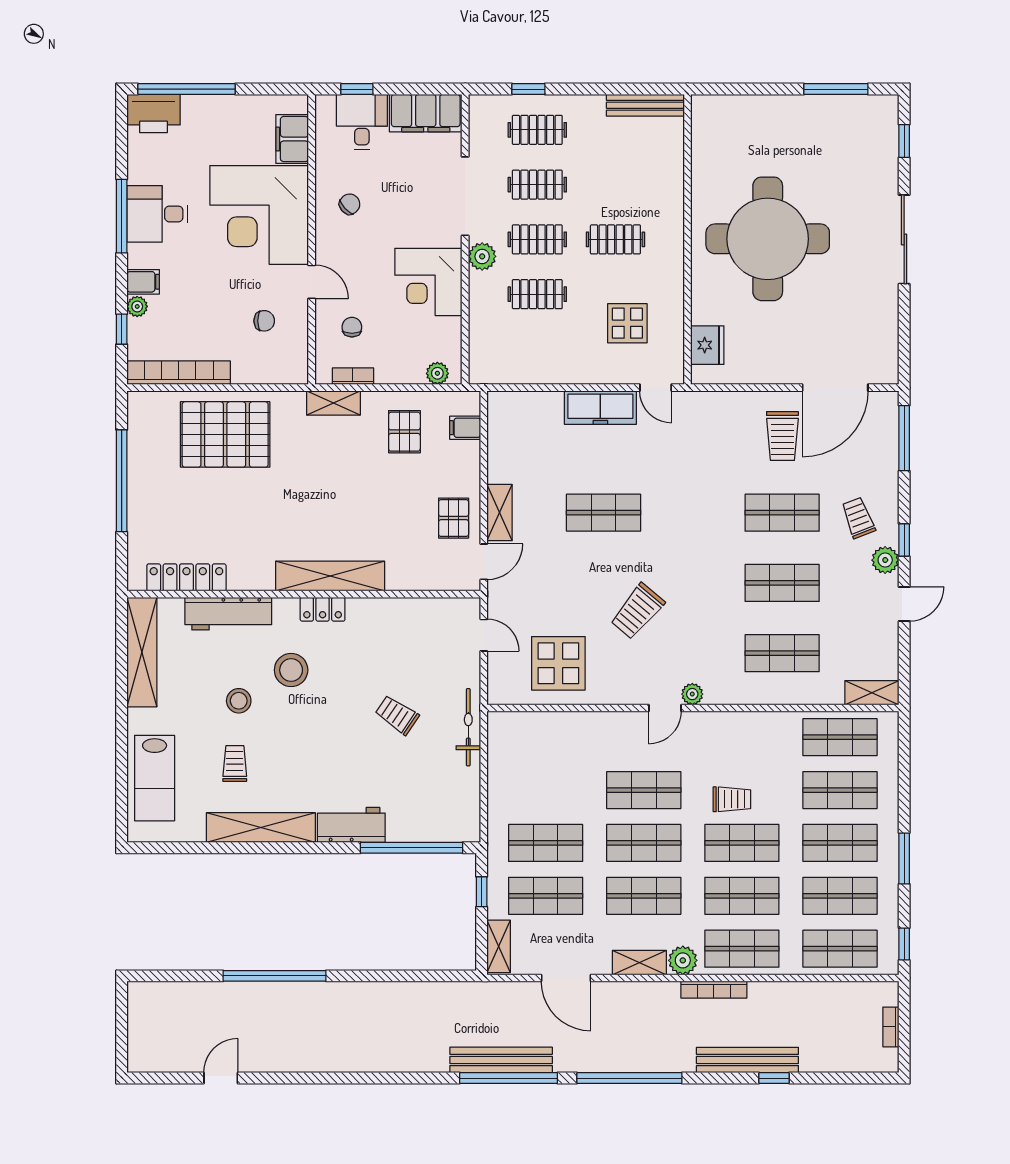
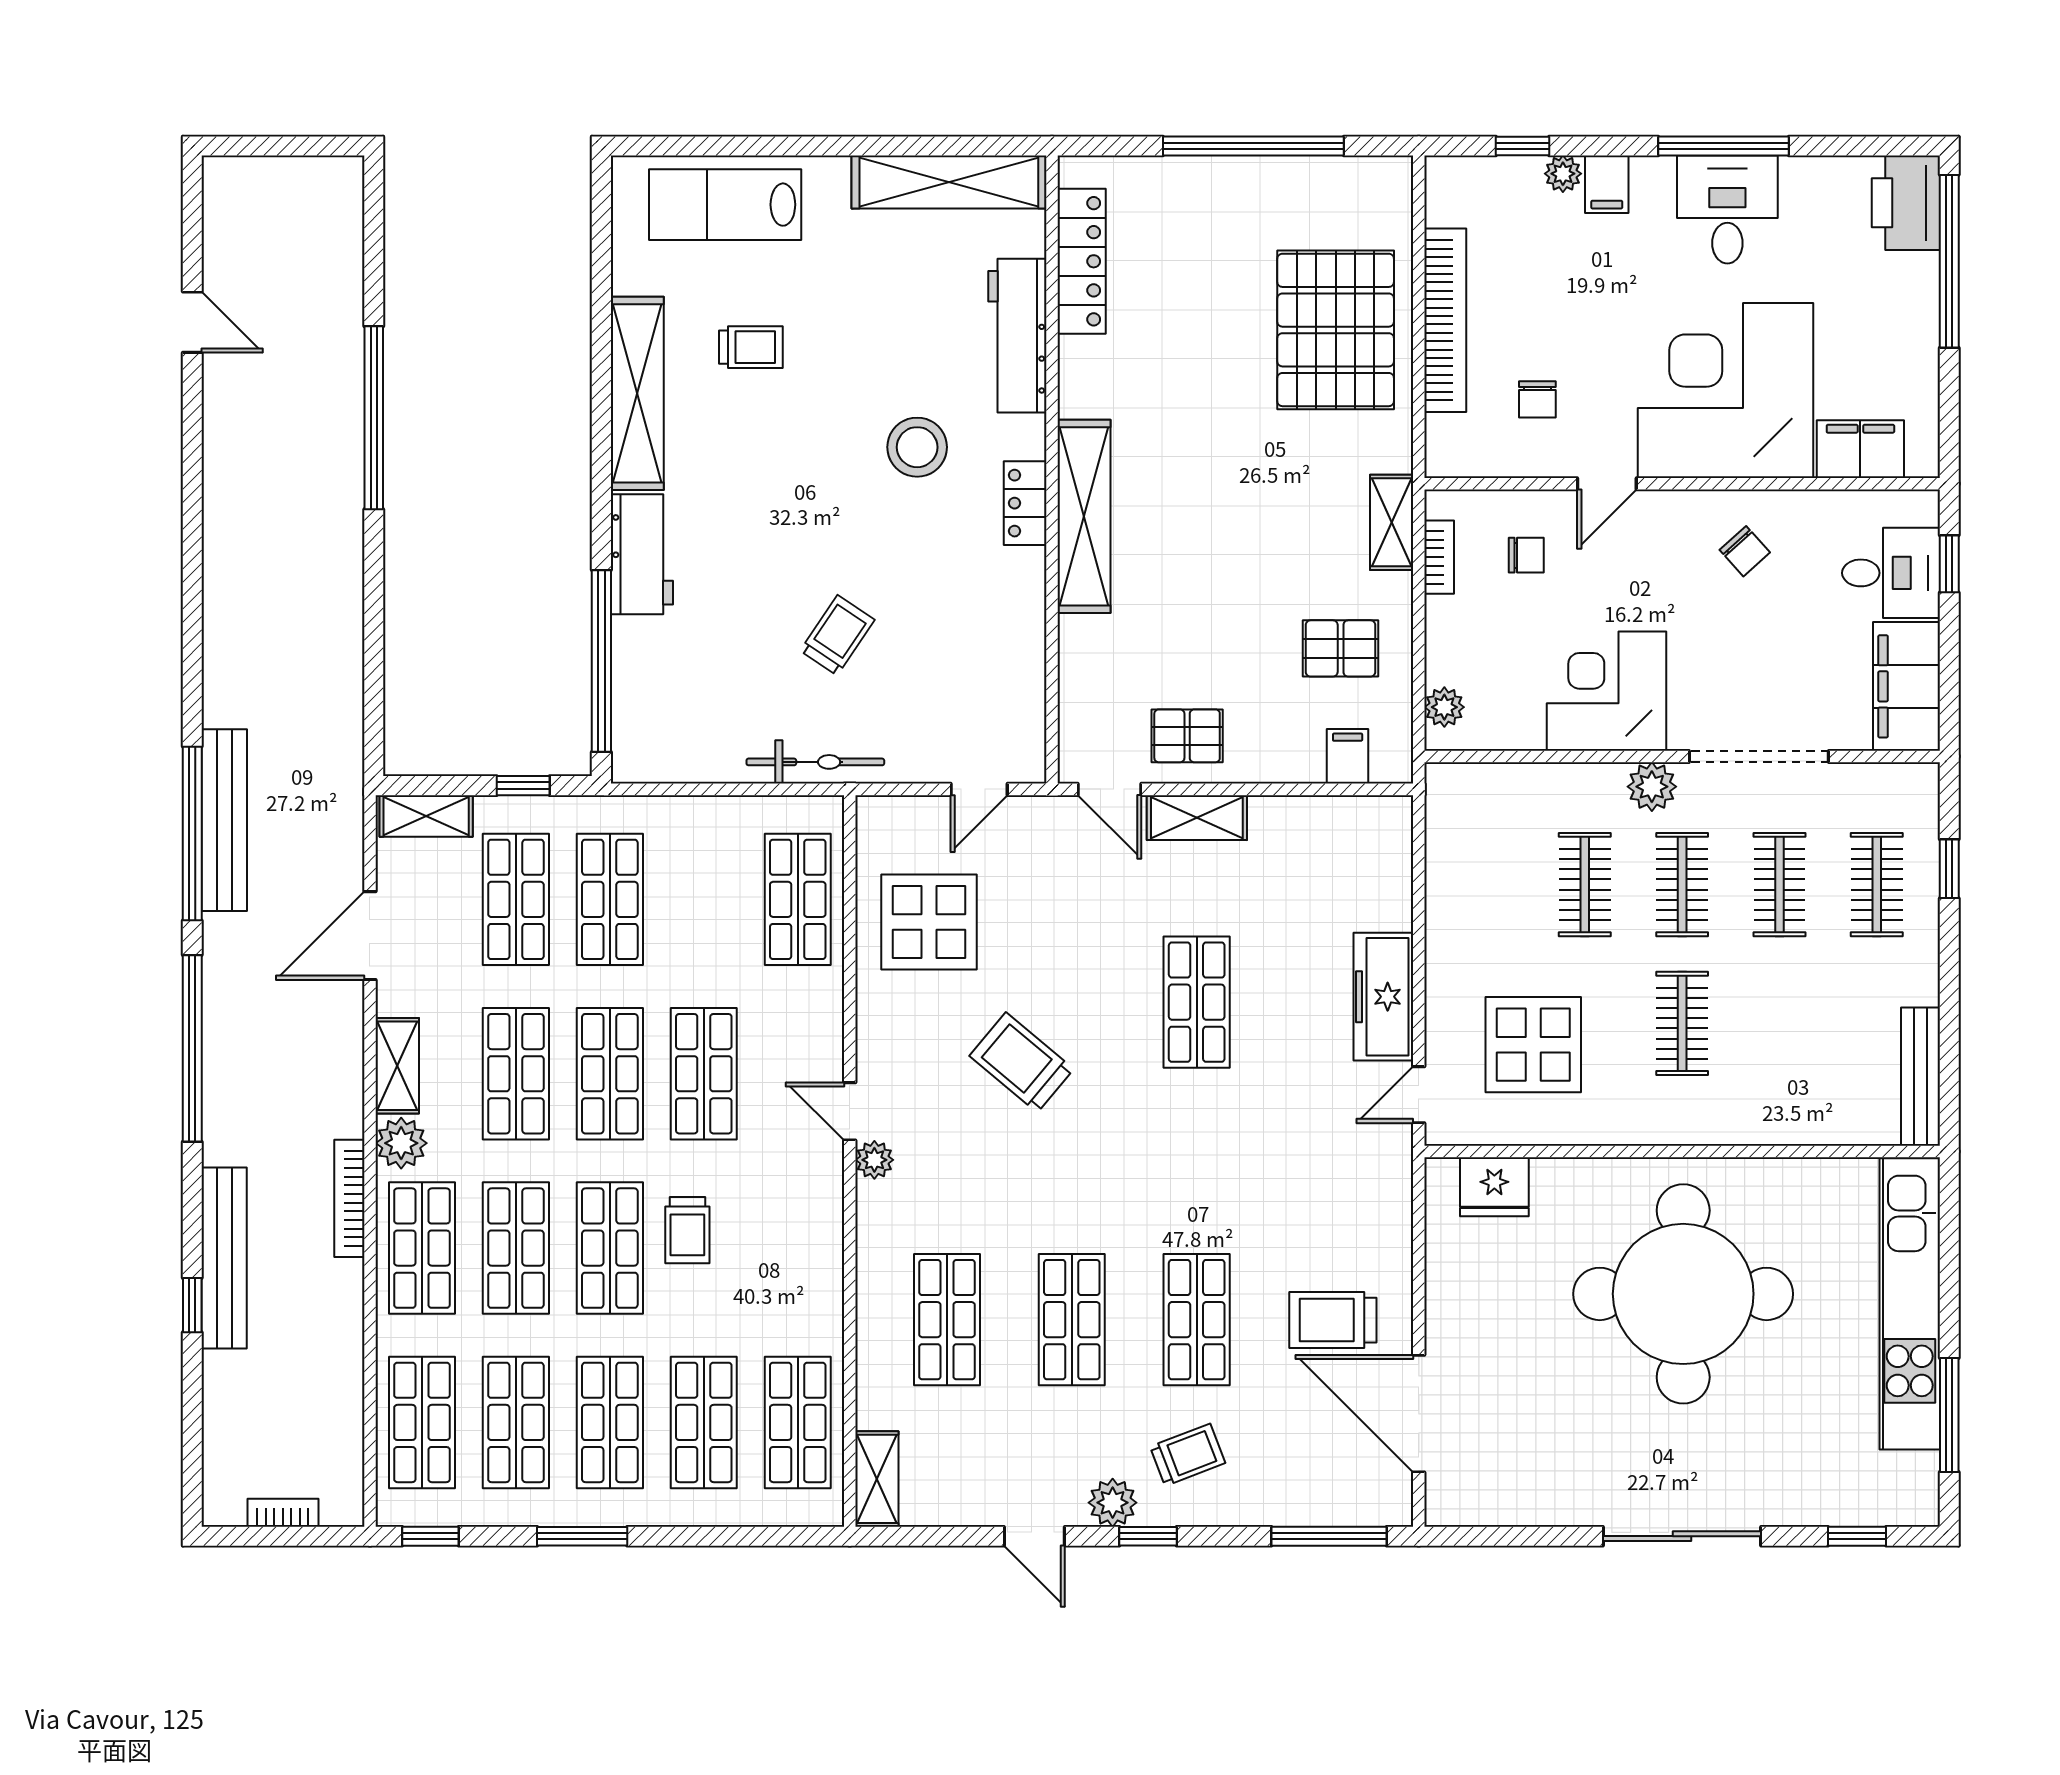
kitchen unit: (773, 111) -> (1910, 1304), added
display table: (627, 323) -> (1533, 1045), width x1.36, depth x1.36
bookcase: (179, 373) -> (1445, 320), moved
stool: (239, 701) -> (862, 354), removed
shop shelf: (546, 737) -> (798, 899), added

